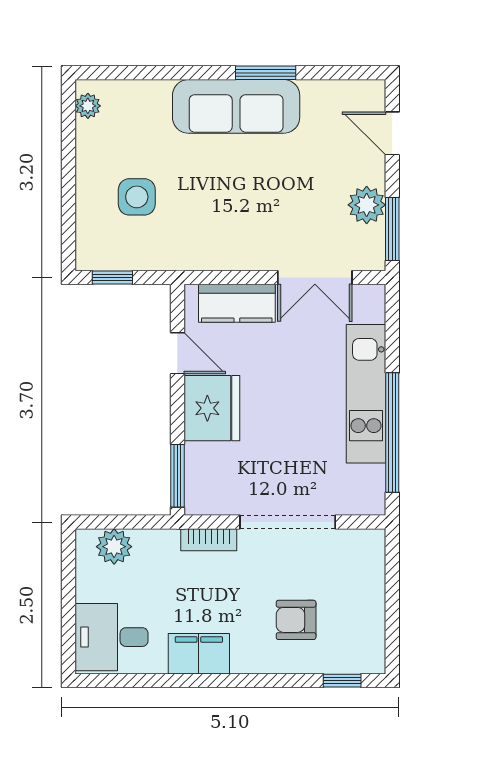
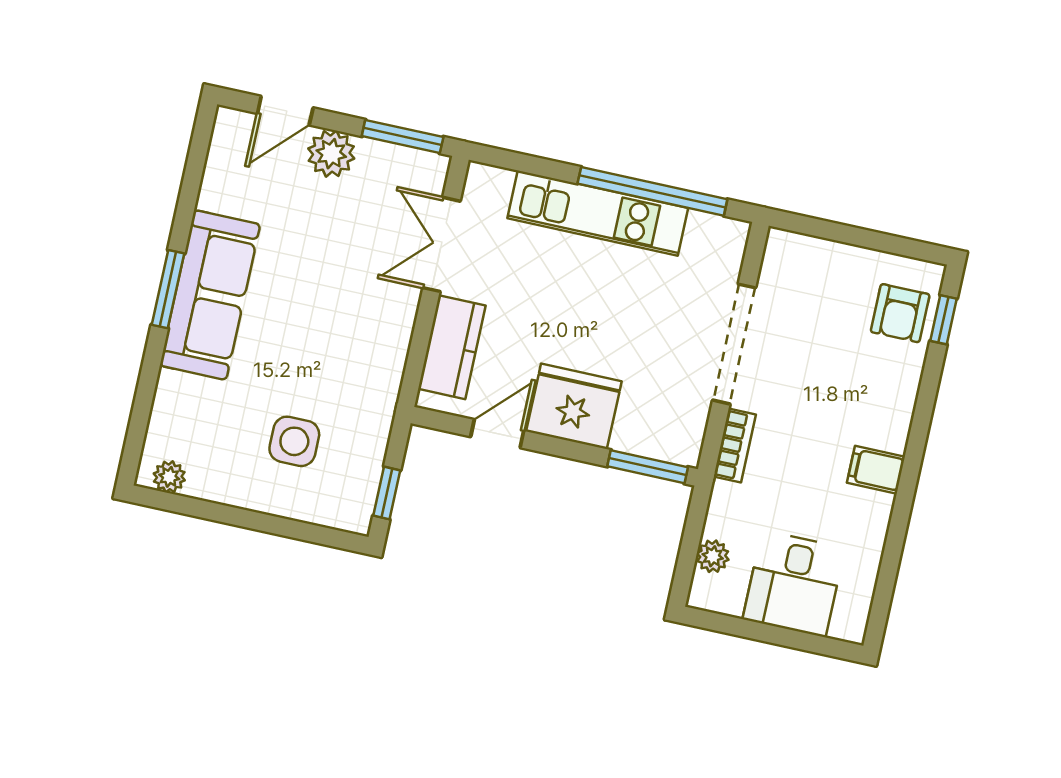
window: (266, 73) -> (168, 289), moved
plant: (367, 205) -> (331, 154), moved
double door: (315, 278) -> (441, 244), swing flipped
plant: (114, 547) -> (713, 556), width x0.73, depth x0.73
armchair: (296, 620) -> (900, 313), moved
desk: (111, 637) -> (794, 584), moved
filing cabinet: (199, 654) -> (876, 470), width x0.50

